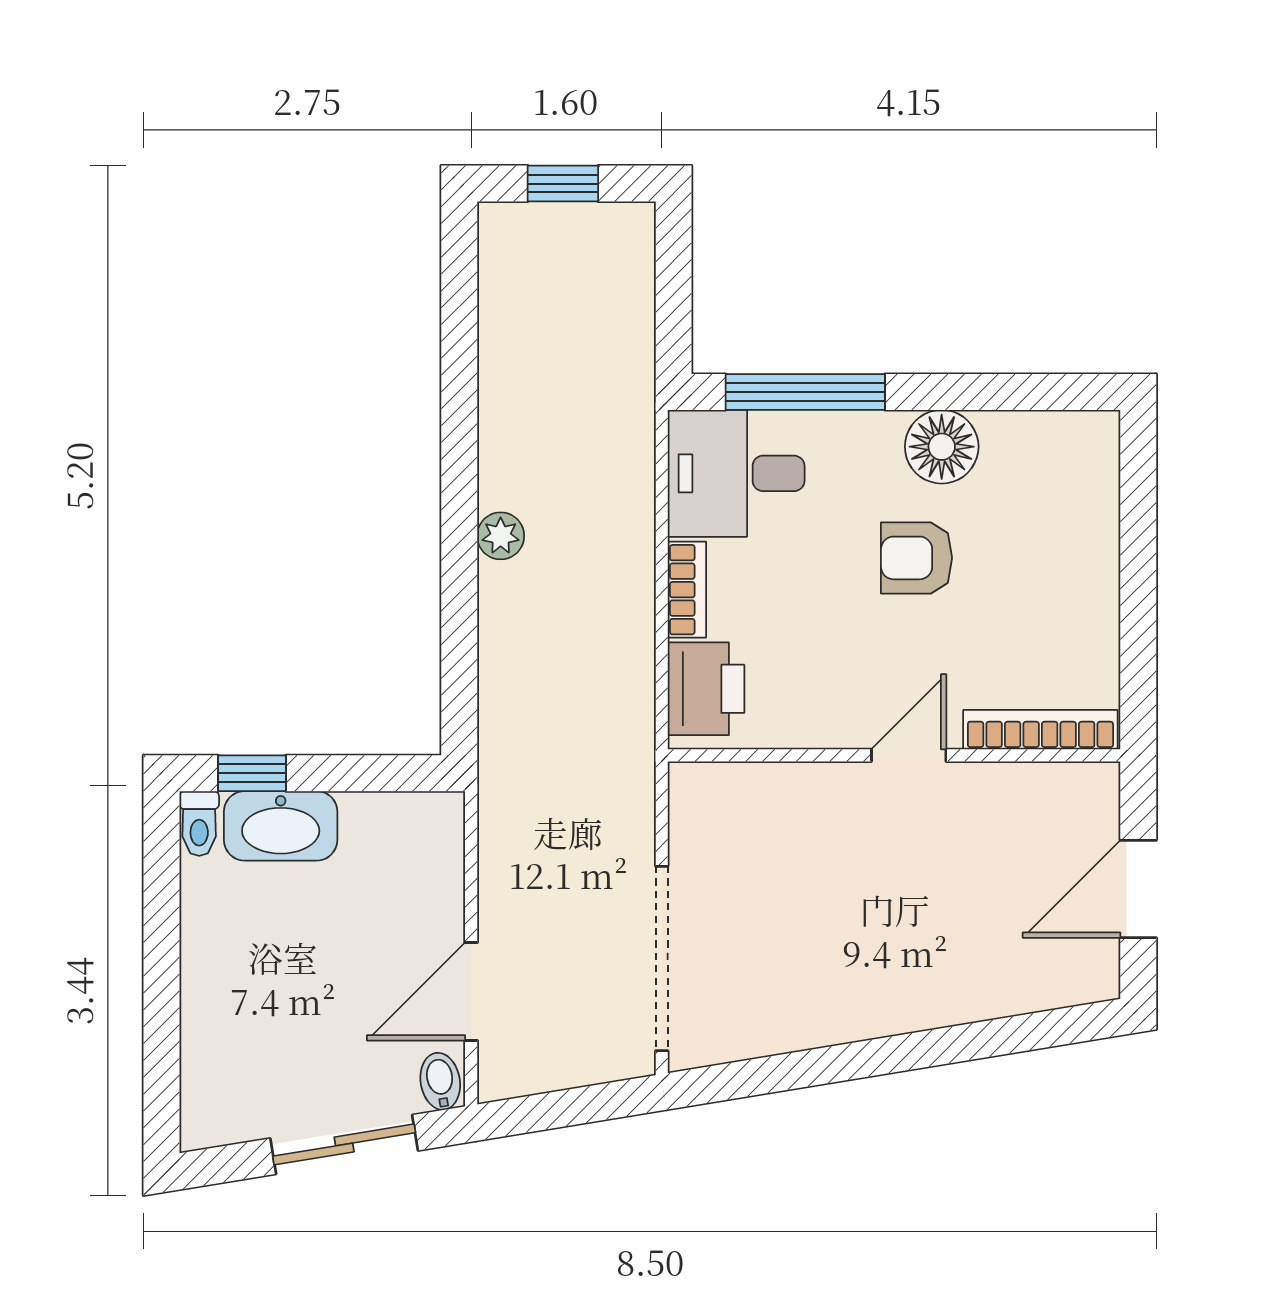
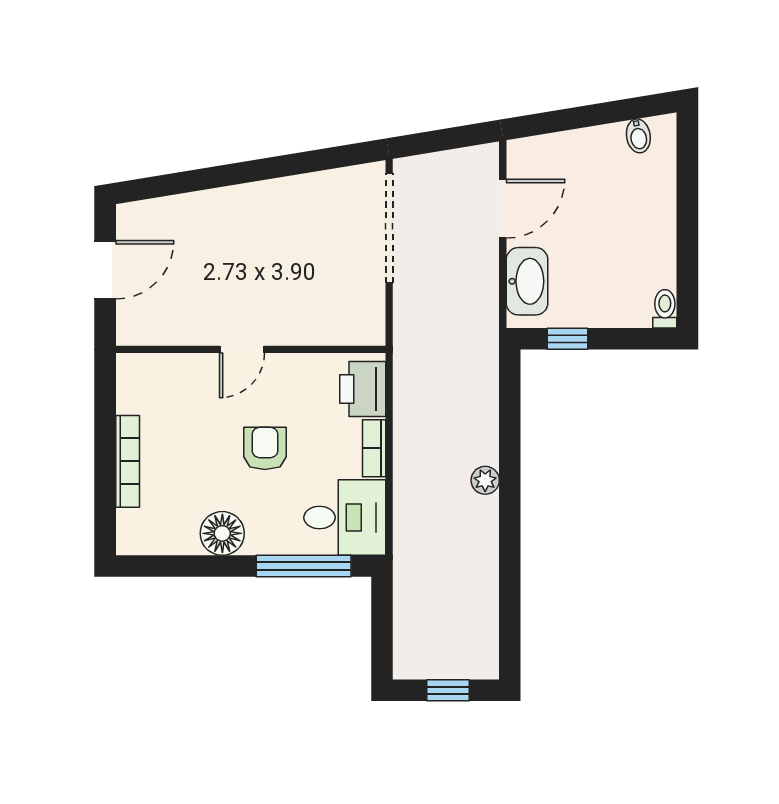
armchair: (917, 558) -> (265, 448), moved, turned -90
bookcase: (1040, 730) -> (128, 461), moved, turned -90
window: (252, 773) -> (568, 339), moved
washbasin: (281, 826) -> (527, 281), moved, turned 90
bidet: (440, 1081) -> (638, 136), moved
sliding door: (344, 1144) -> (578, 118), removed

